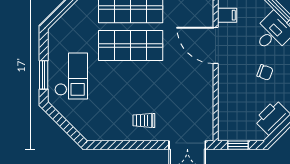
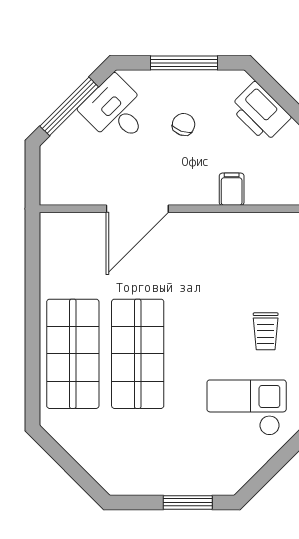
filing cabinet: (227, 15) -> (232, 189), moved
checkout: (71, 76) -> (247, 408), moved

